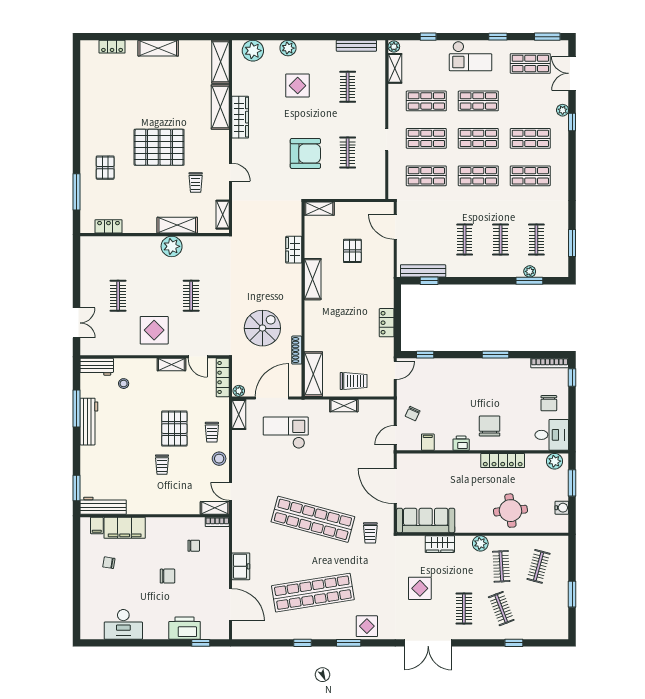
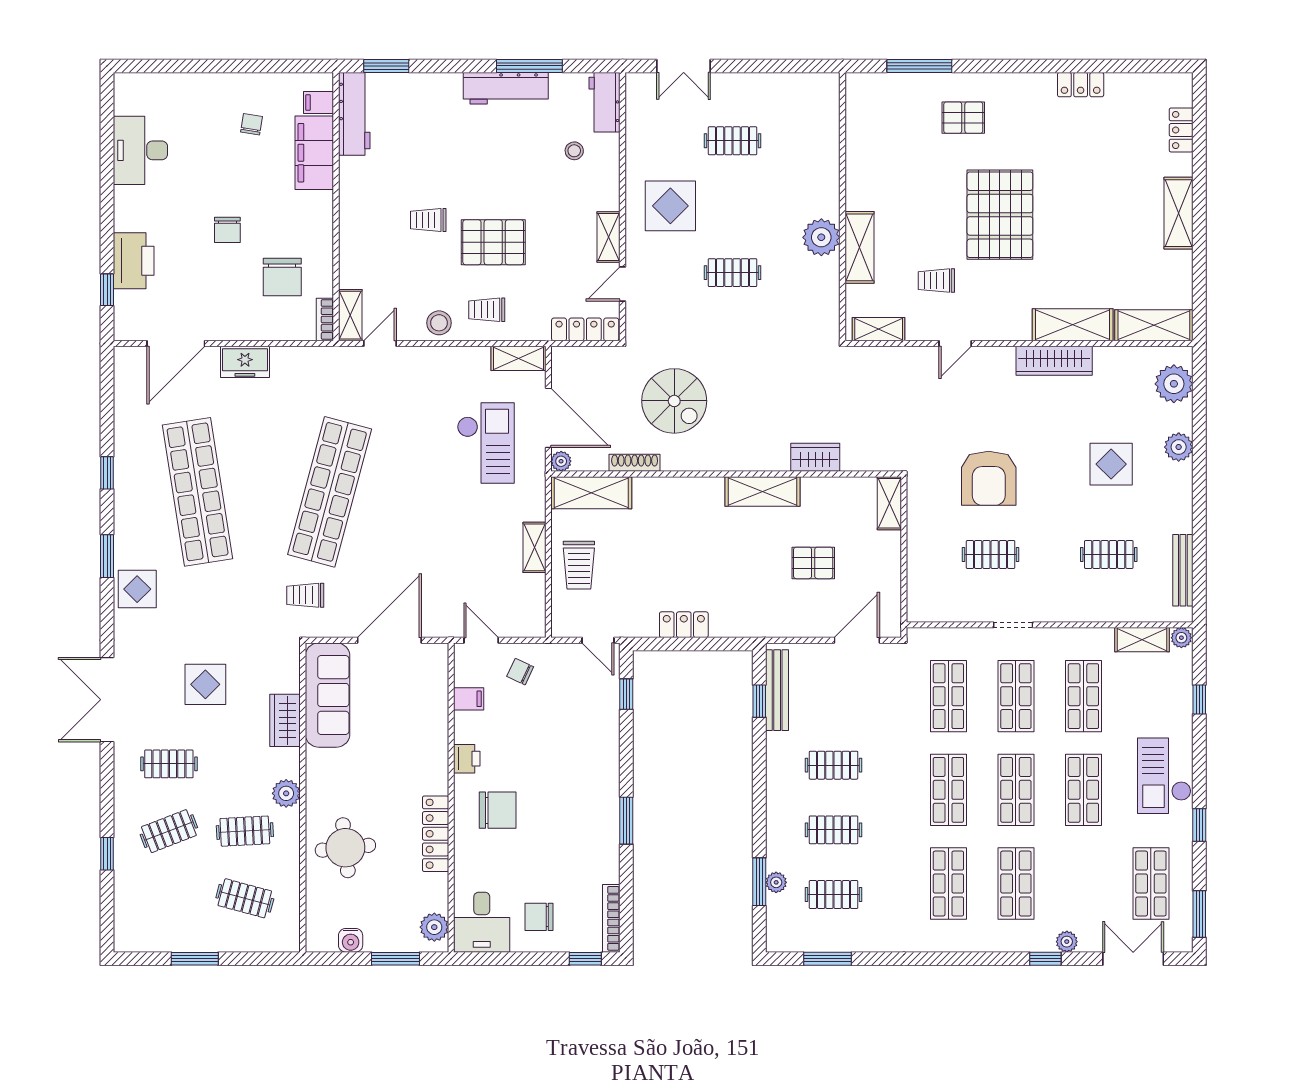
locker: (108, 226) -> (1081, 85), moved, turned 90
plant: (239, 391) -> (561, 461), moved
chair: (194, 546) -> (282, 277), width x1.87, depth x1.87

